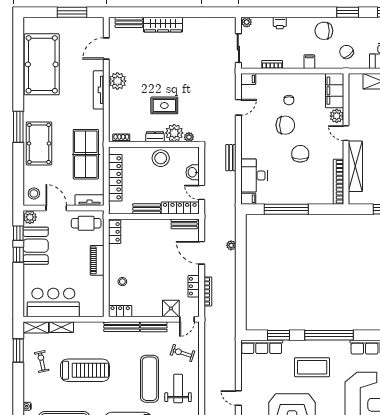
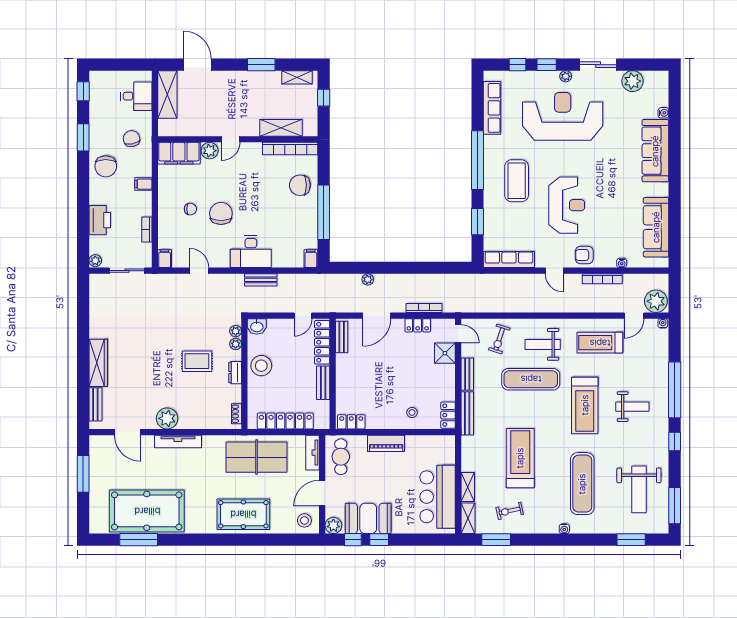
printer: (280, 23) -> (100, 220), width x1.87, depth x1.48
chair: (347, 52) -> (131, 139), turned 118
rug: (164, 105) -> (197, 361), turned 90
window: (18, 127) -> (139, 540), moved
plant: (174, 133) -> (236, 344), width x0.53, depth x0.53
chair: (300, 154) -> (300, 185), moved
shelving: (355, 166) -> (281, 128), width x0.68
washbasin: (193, 172) -> (257, 327), moved
desk: (254, 175) -> (251, 252), moved
row of seats: (262, 347) -> (509, 259), moved, turned -90
door: (238, 398) -> (554, 271), hinge flipped

